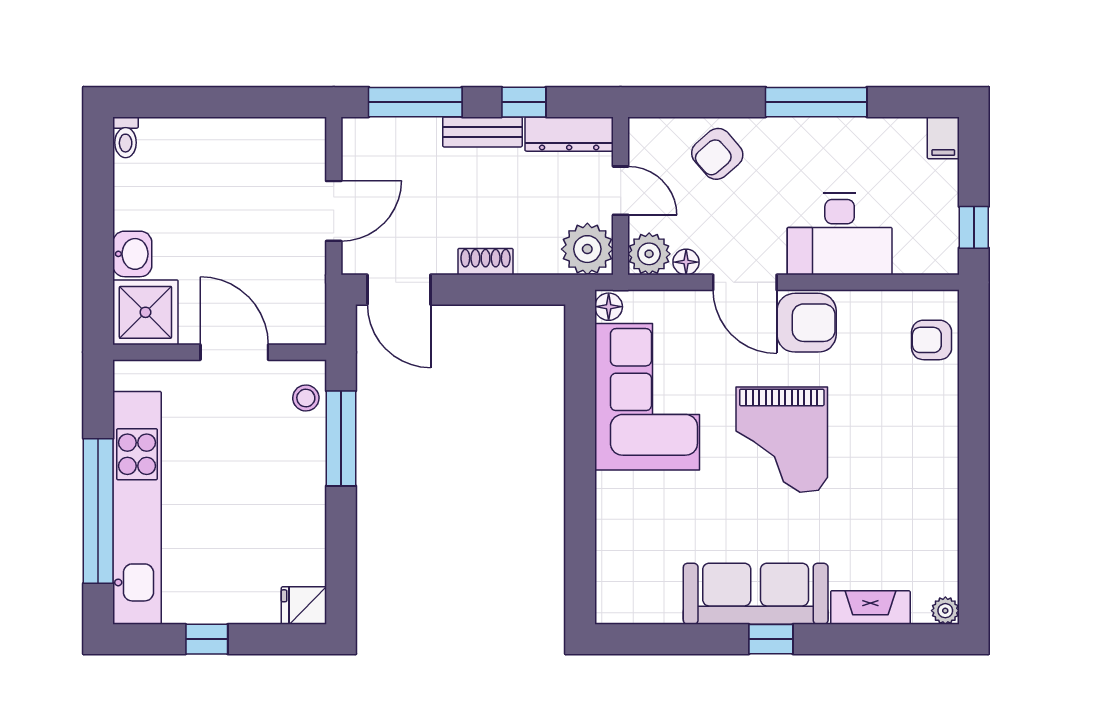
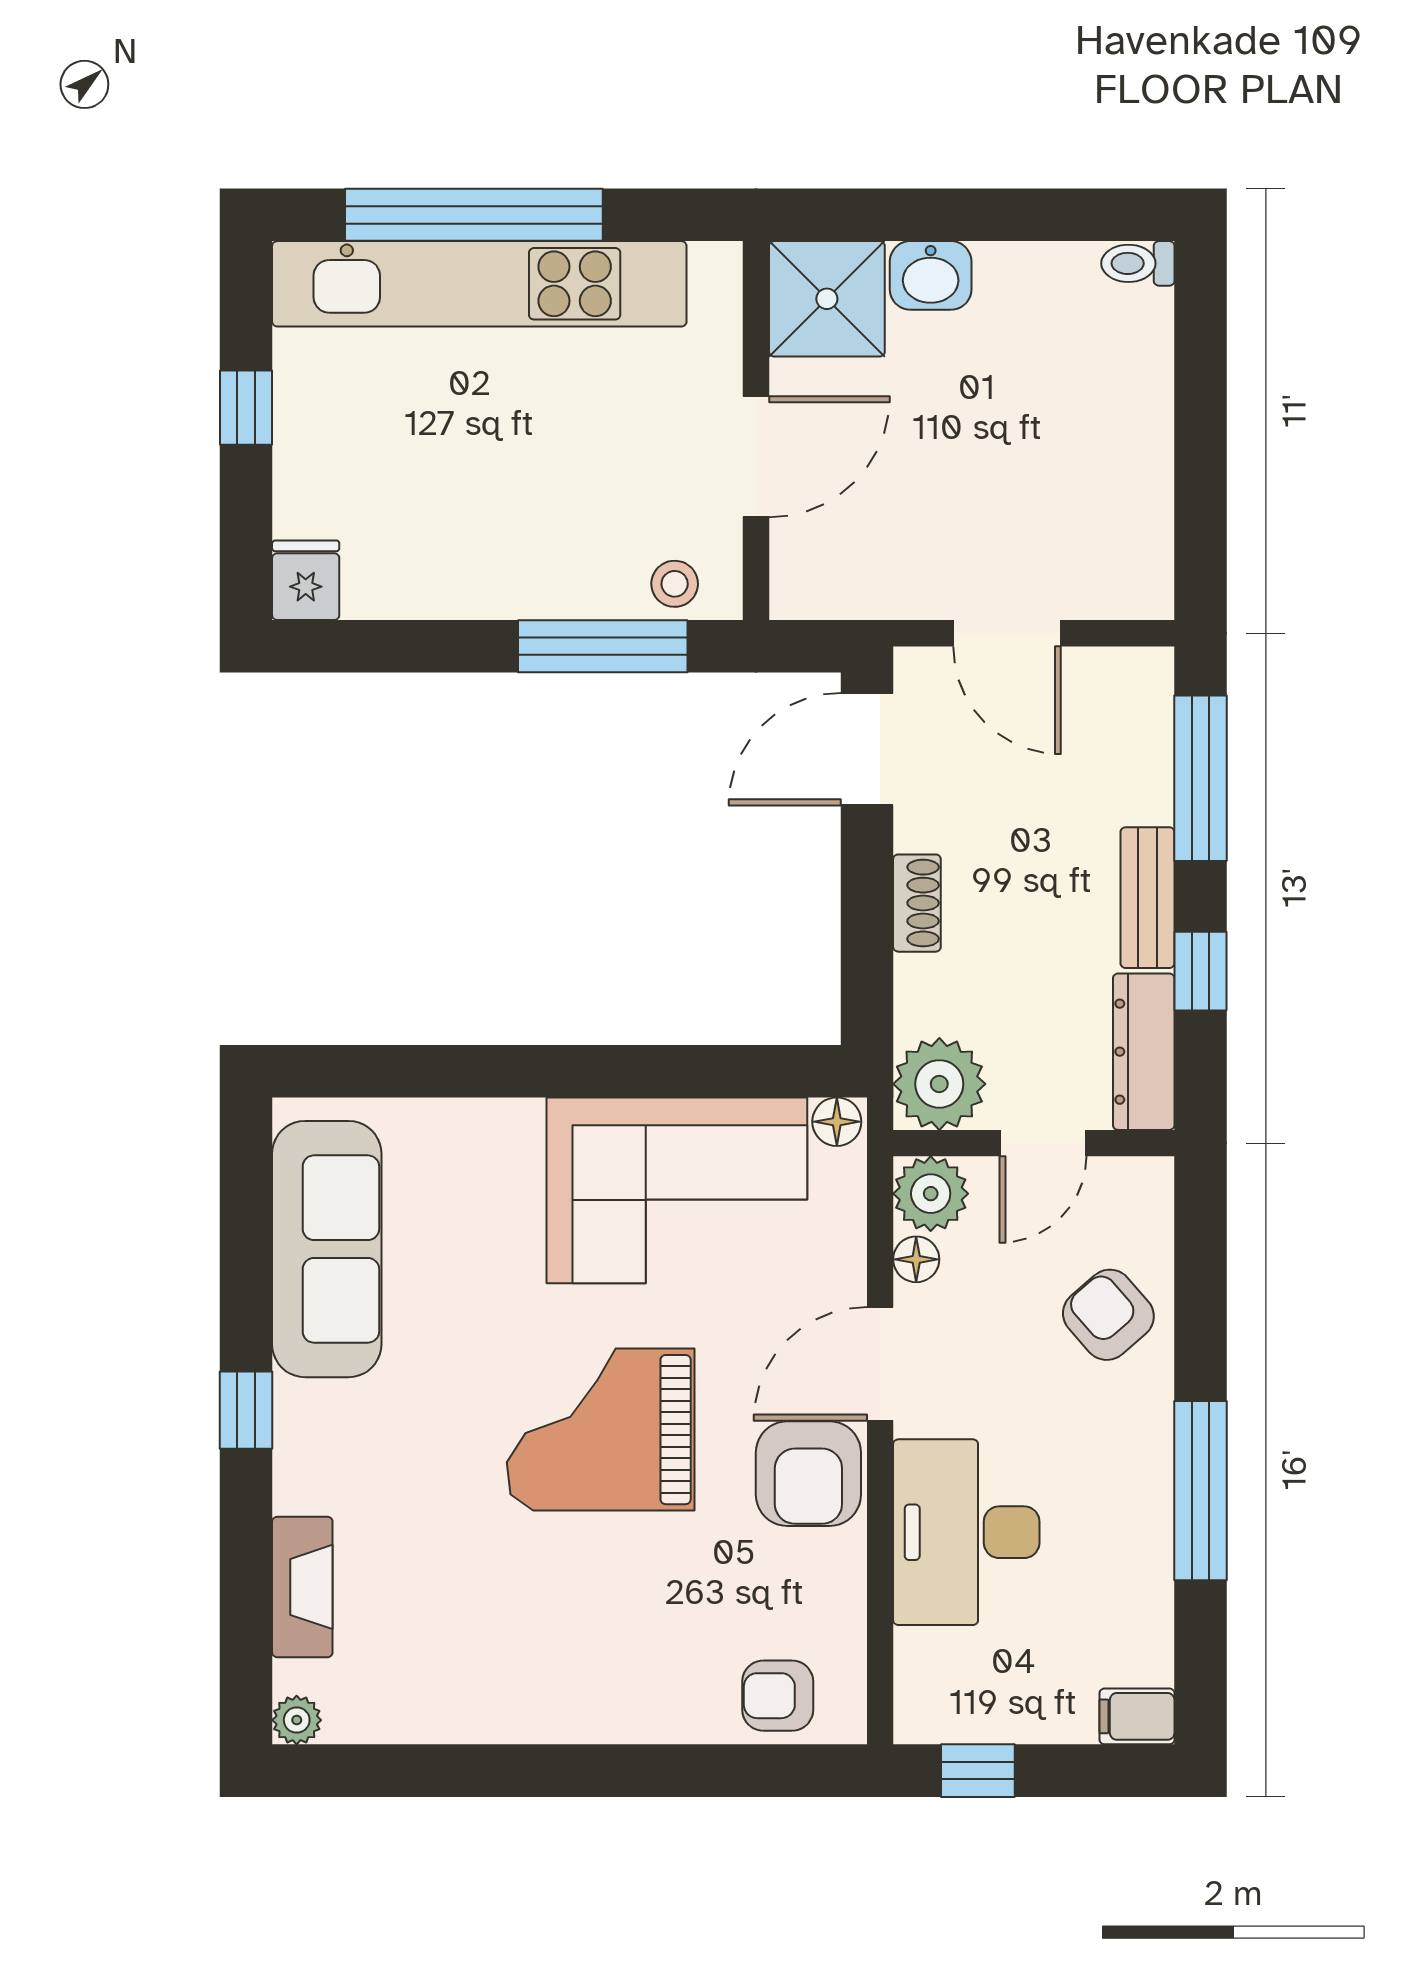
armchair: (932, 340) -> (778, 1696), turned -90
sofa: (756, 594) -> (327, 1249), moved

